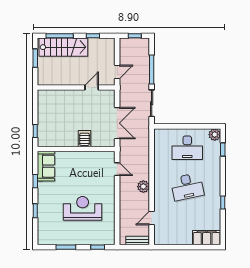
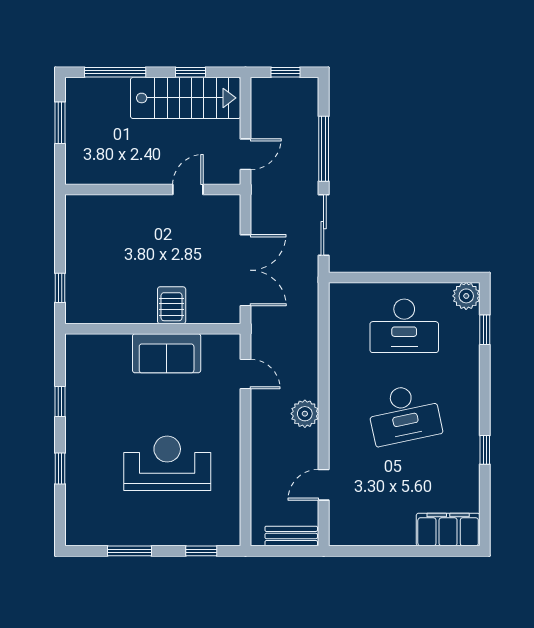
stairs: (63, 47) -> (186, 98), moved
sofa: (46, 166) -> (167, 353), moved, turned 90

